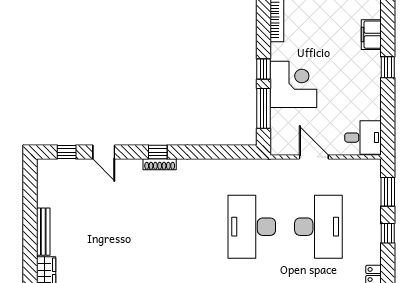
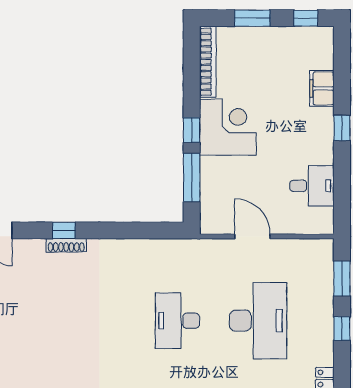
corner desk: (293, 84) -> (228, 127), moved
desk: (363, 138) -> (312, 186), moved
desk: (252, 227) -> (177, 321), width x0.73, depth x0.77

